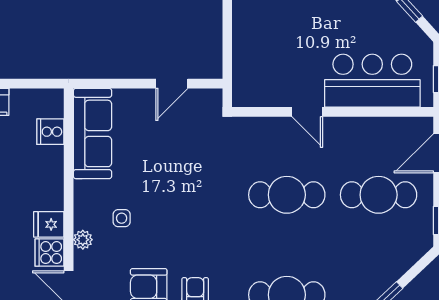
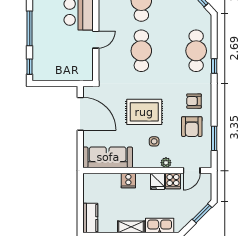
door: (172, 84) -> (80, 114), width x1.88
cooker: (50, 132) -> (128, 181), moved
rug: (175, 200) -> (144, 112), added

